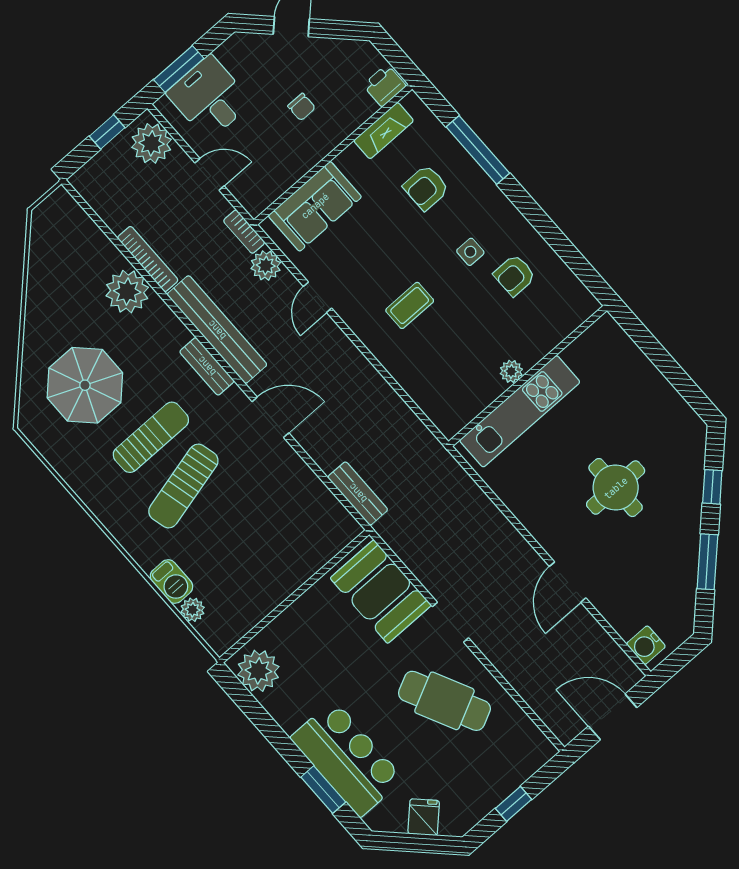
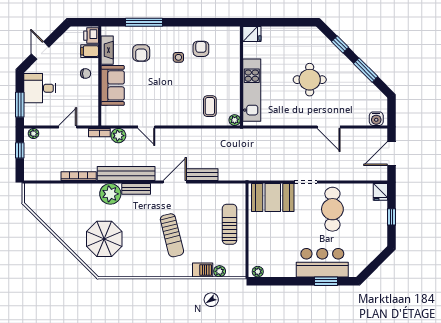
desk: (209, 98) -> (40, 88), moved
filing cabinet: (358, 105) -> (90, 51), added
chair: (302, 107) -> (86, 74), moved
plant: (151, 143) -> (33, 134), width x0.53, depth x0.53
sofa: (315, 206) -> (113, 85), moved
armchair: (515, 275) -> (201, 49), turned 180
plant: (127, 292) -> (110, 194), moved
coffee table: (410, 305) -> (210, 106), moved
fridge: (608, 335) -> (252, 34), added
plant: (511, 371) -> (235, 120), moved
sun lounger: (151, 437) -> (230, 224), moved
bench: (358, 493) -> (202, 175), moved
plant: (258, 671) -> (258, 272), width x0.53, depth x0.53
cafe table: (444, 701) -> (332, 209), turned -64
fridge: (424, 817) -> (380, 192), moved, turned -135

